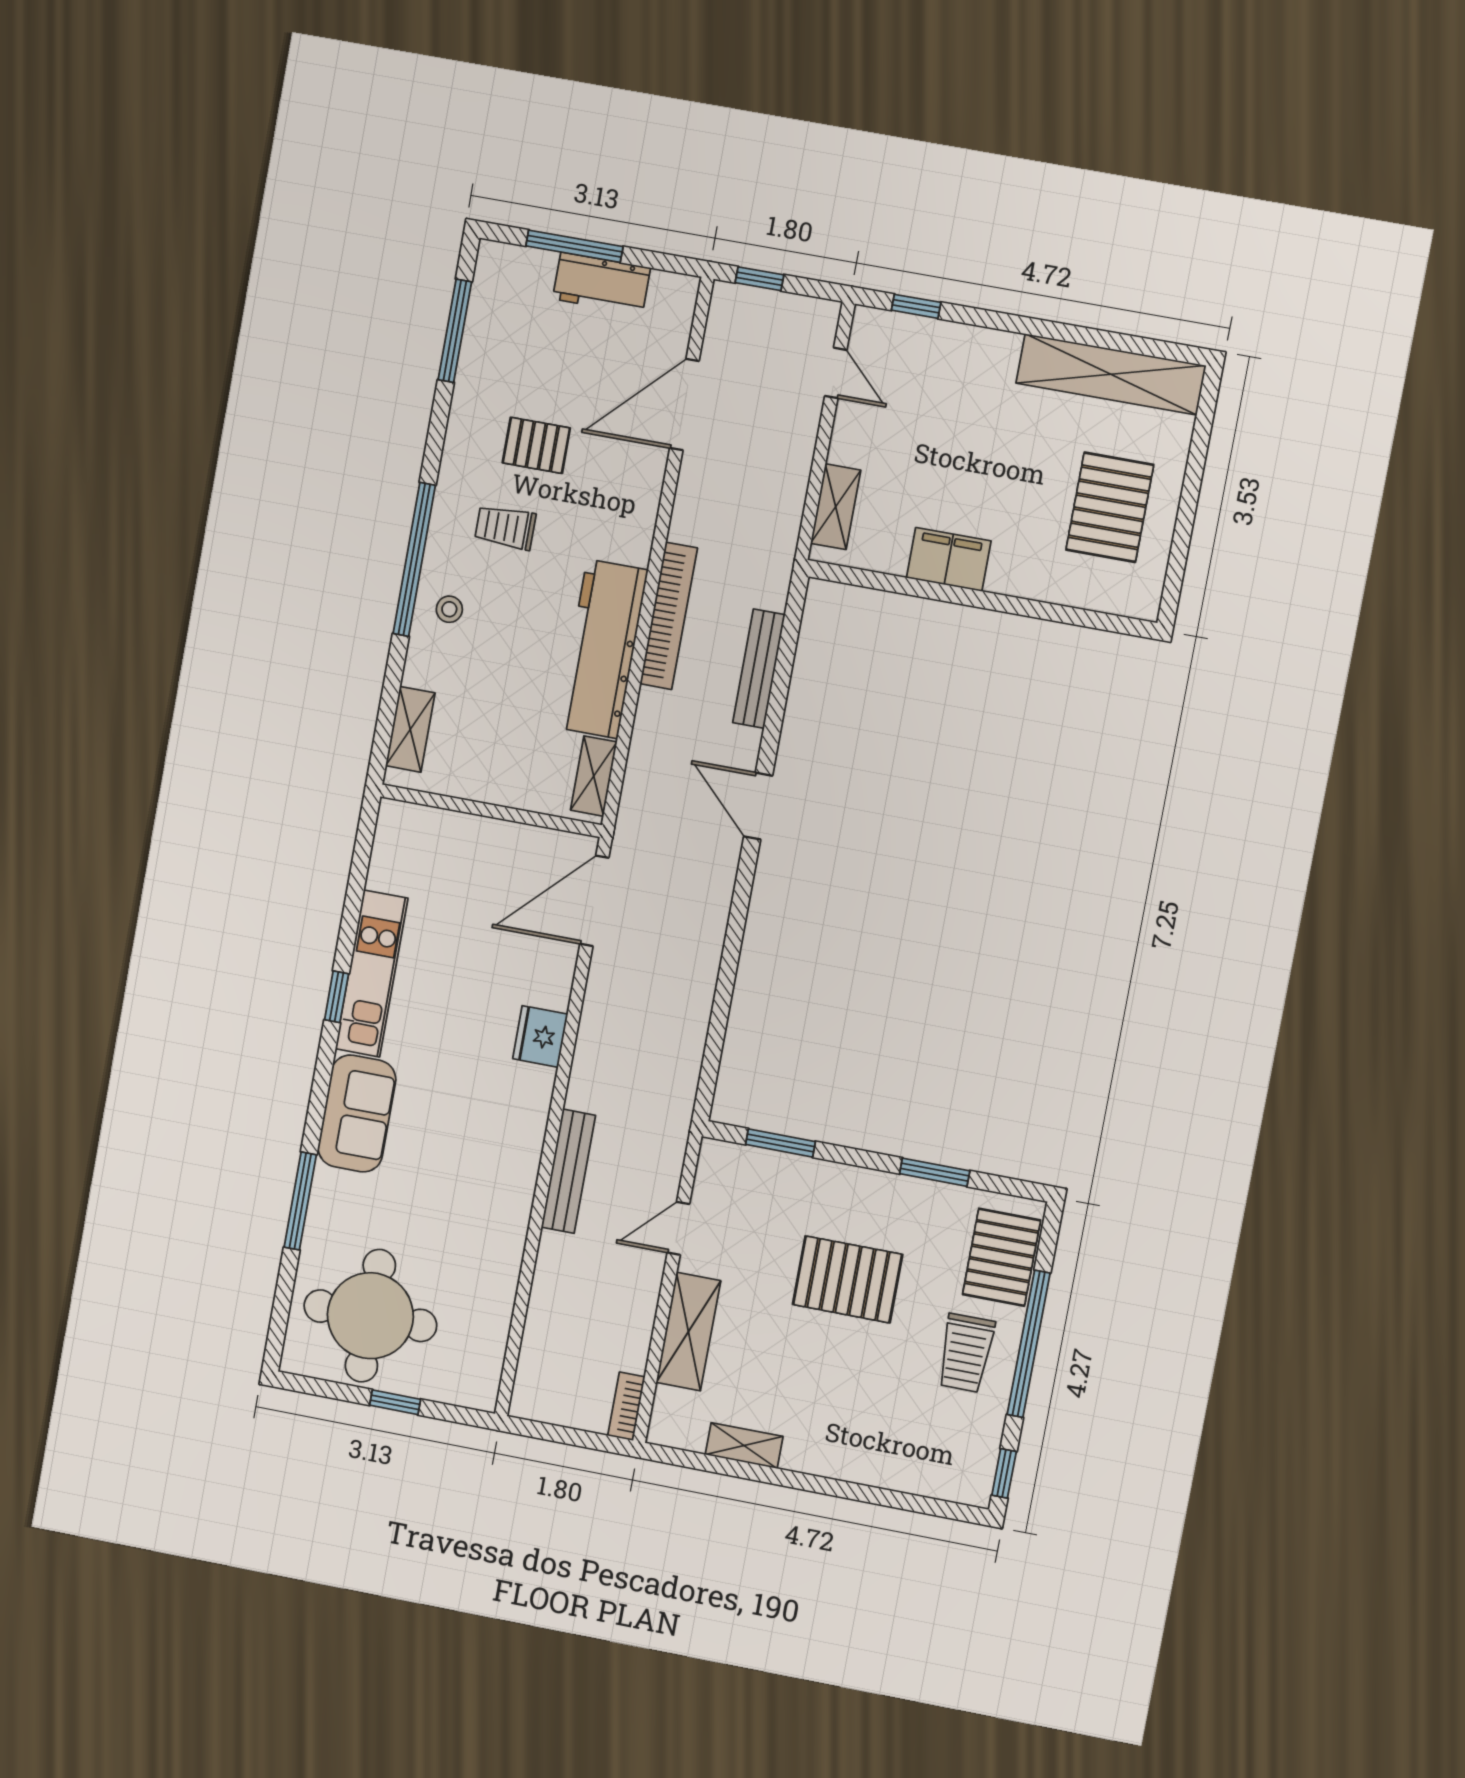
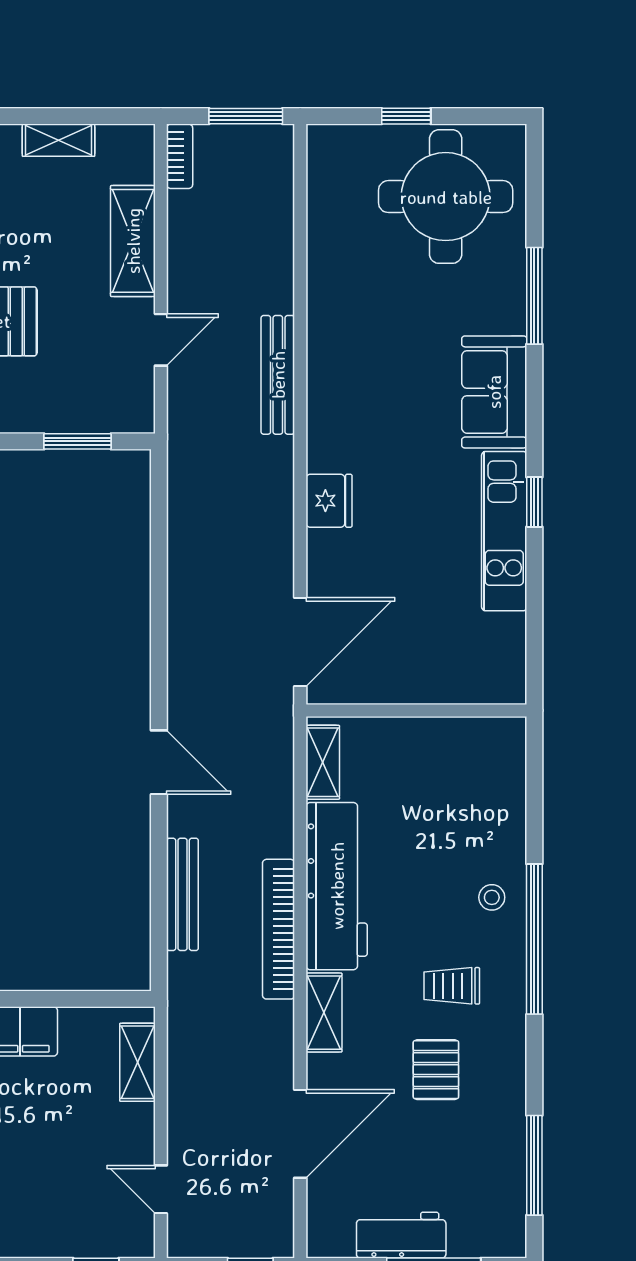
pallet: (536, 445) -> (436, 1070), turned 90
trolley: (505, 527) -> (452, 986), turned 180
shelving: (410, 729) -> (324, 1013), moved
window: (554, 1433) -> (246, 116), added

